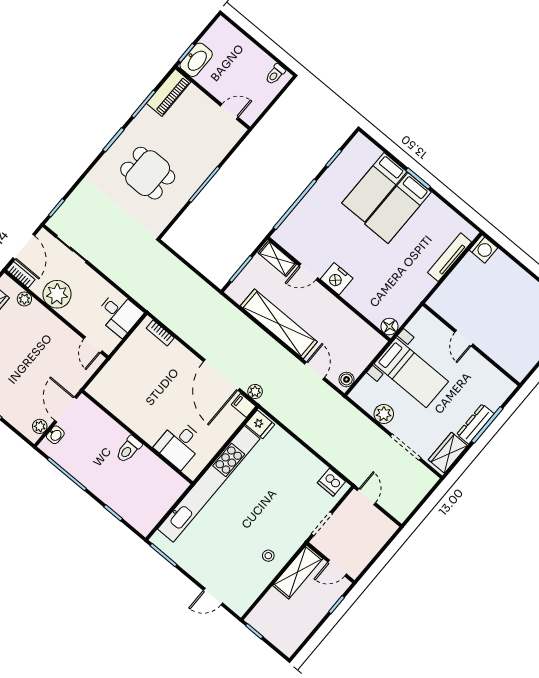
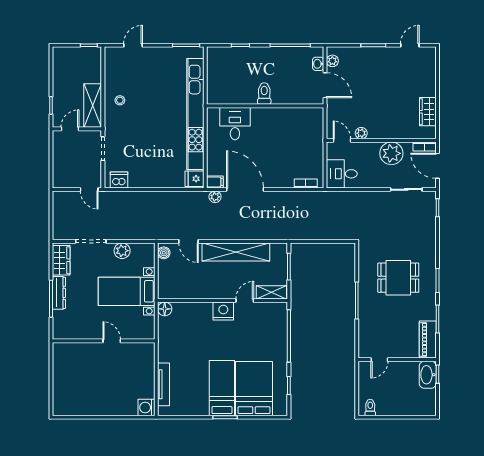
bed: (374, 187) -> (254, 389), width x1.50
plant: (24, 299) -> (361, 133), moved

